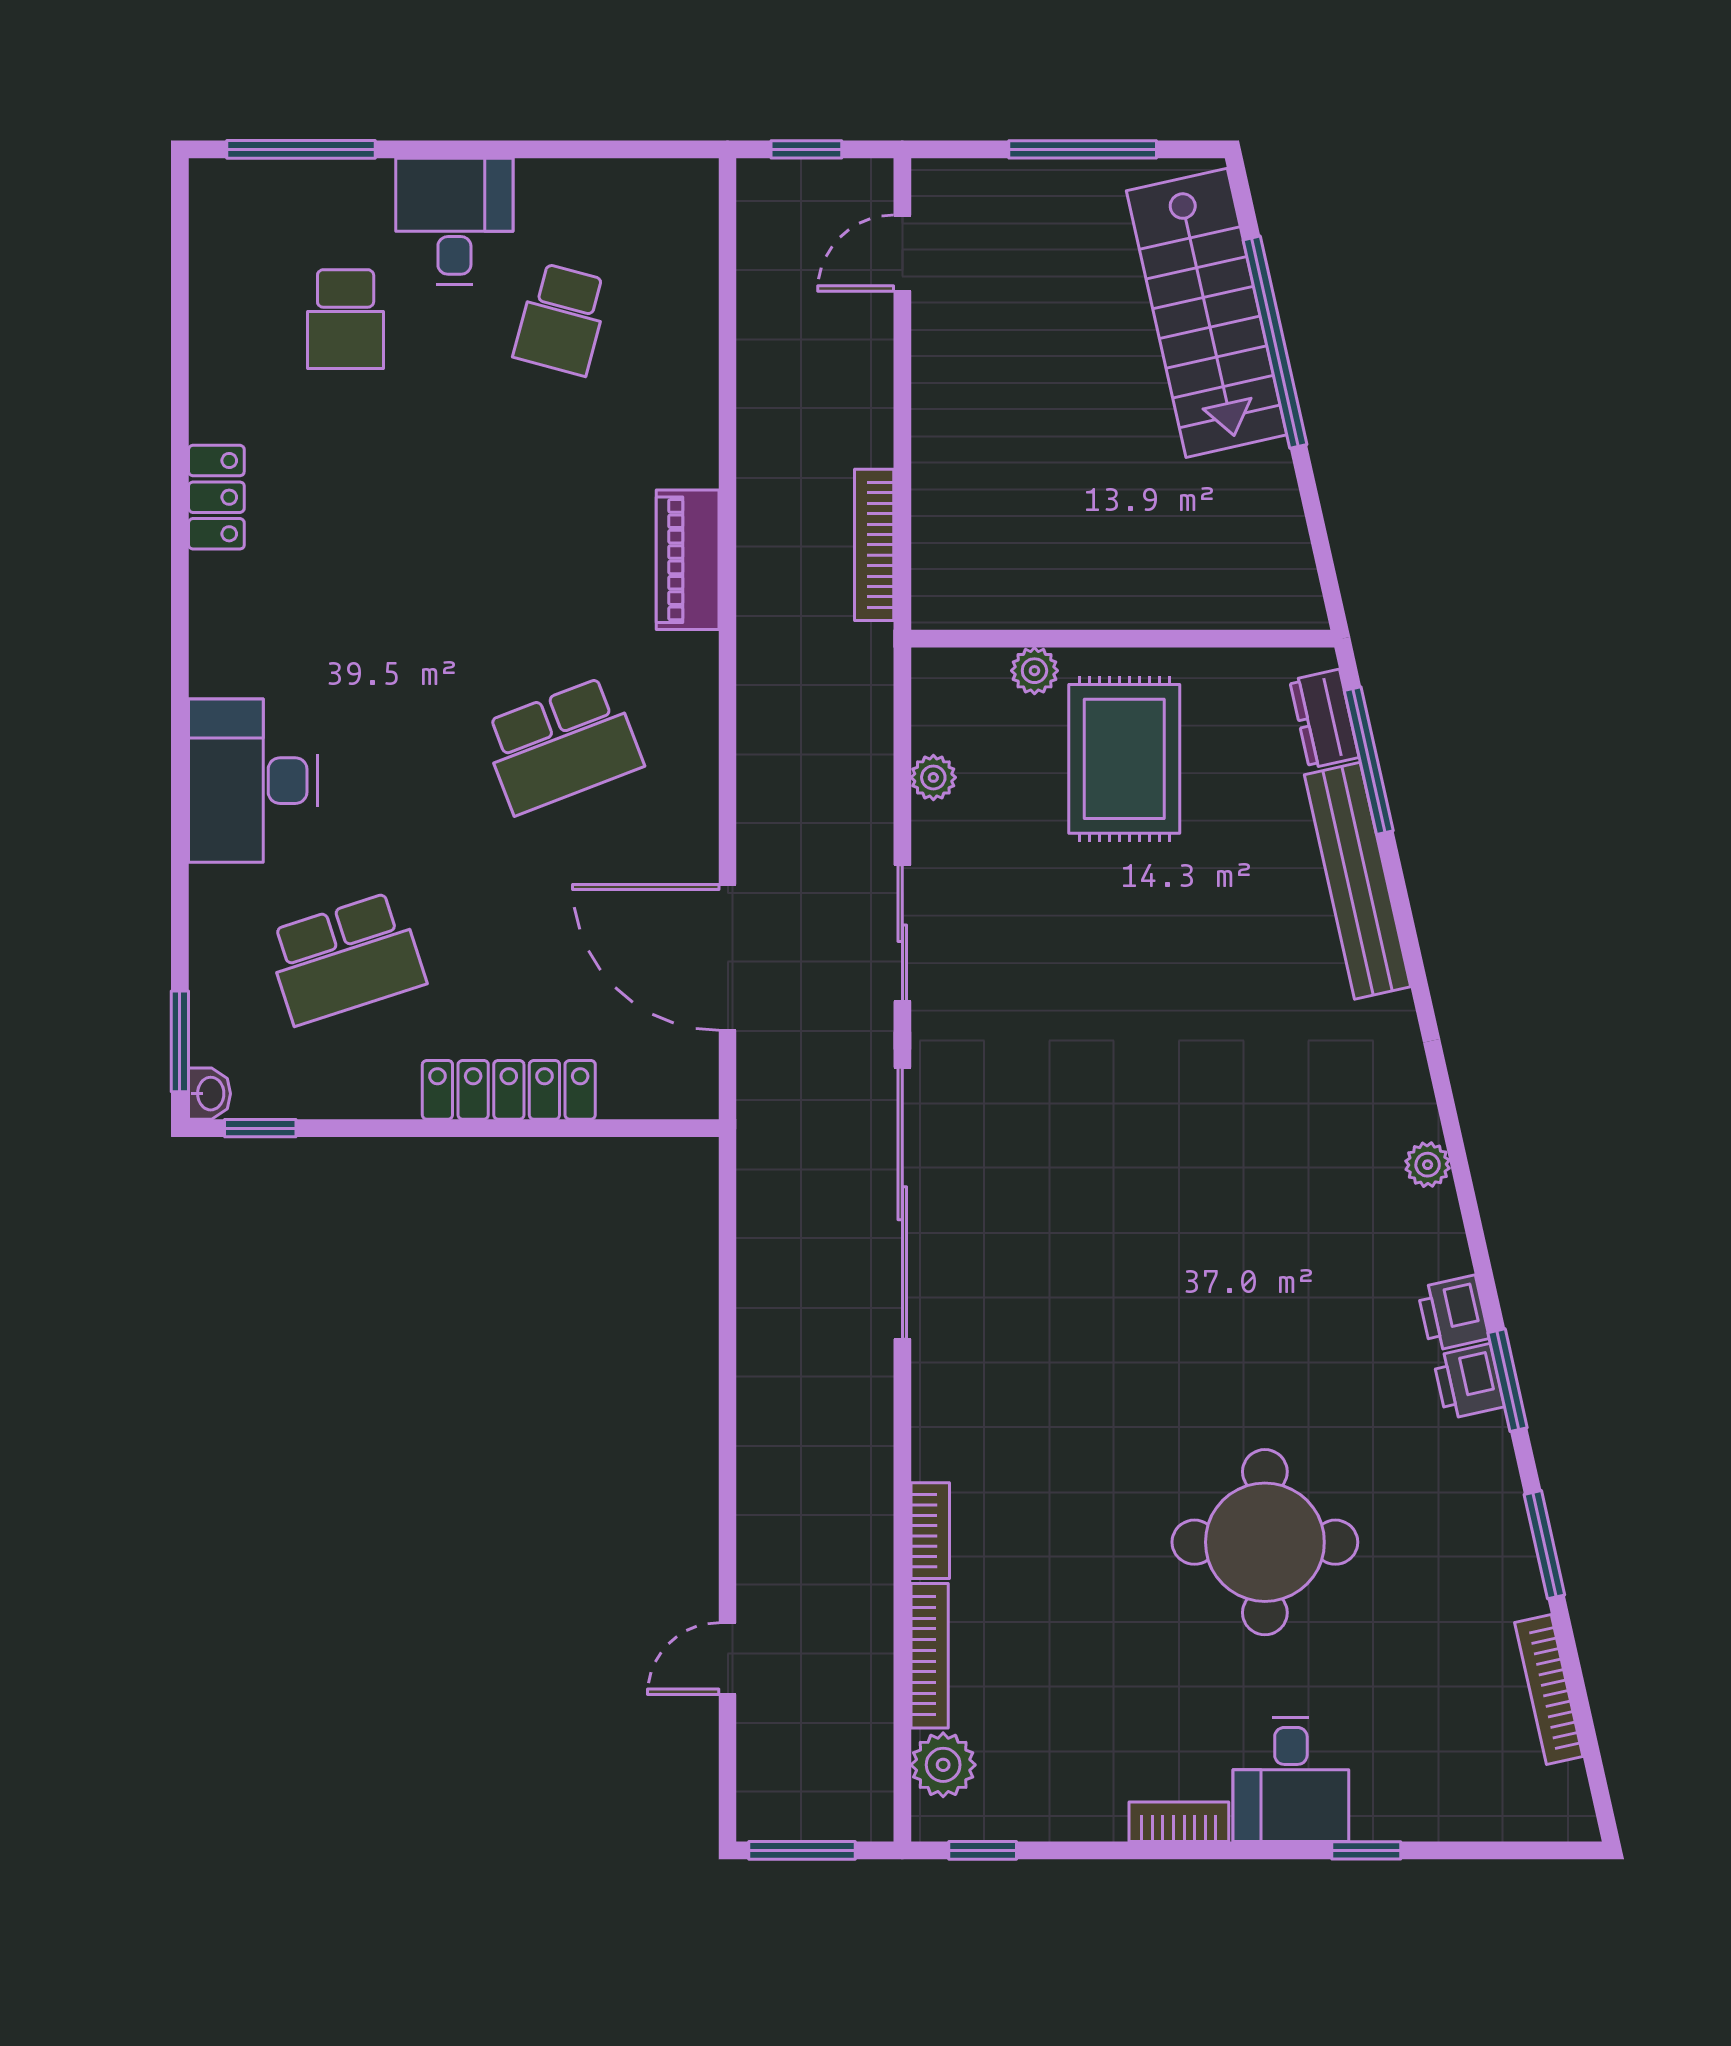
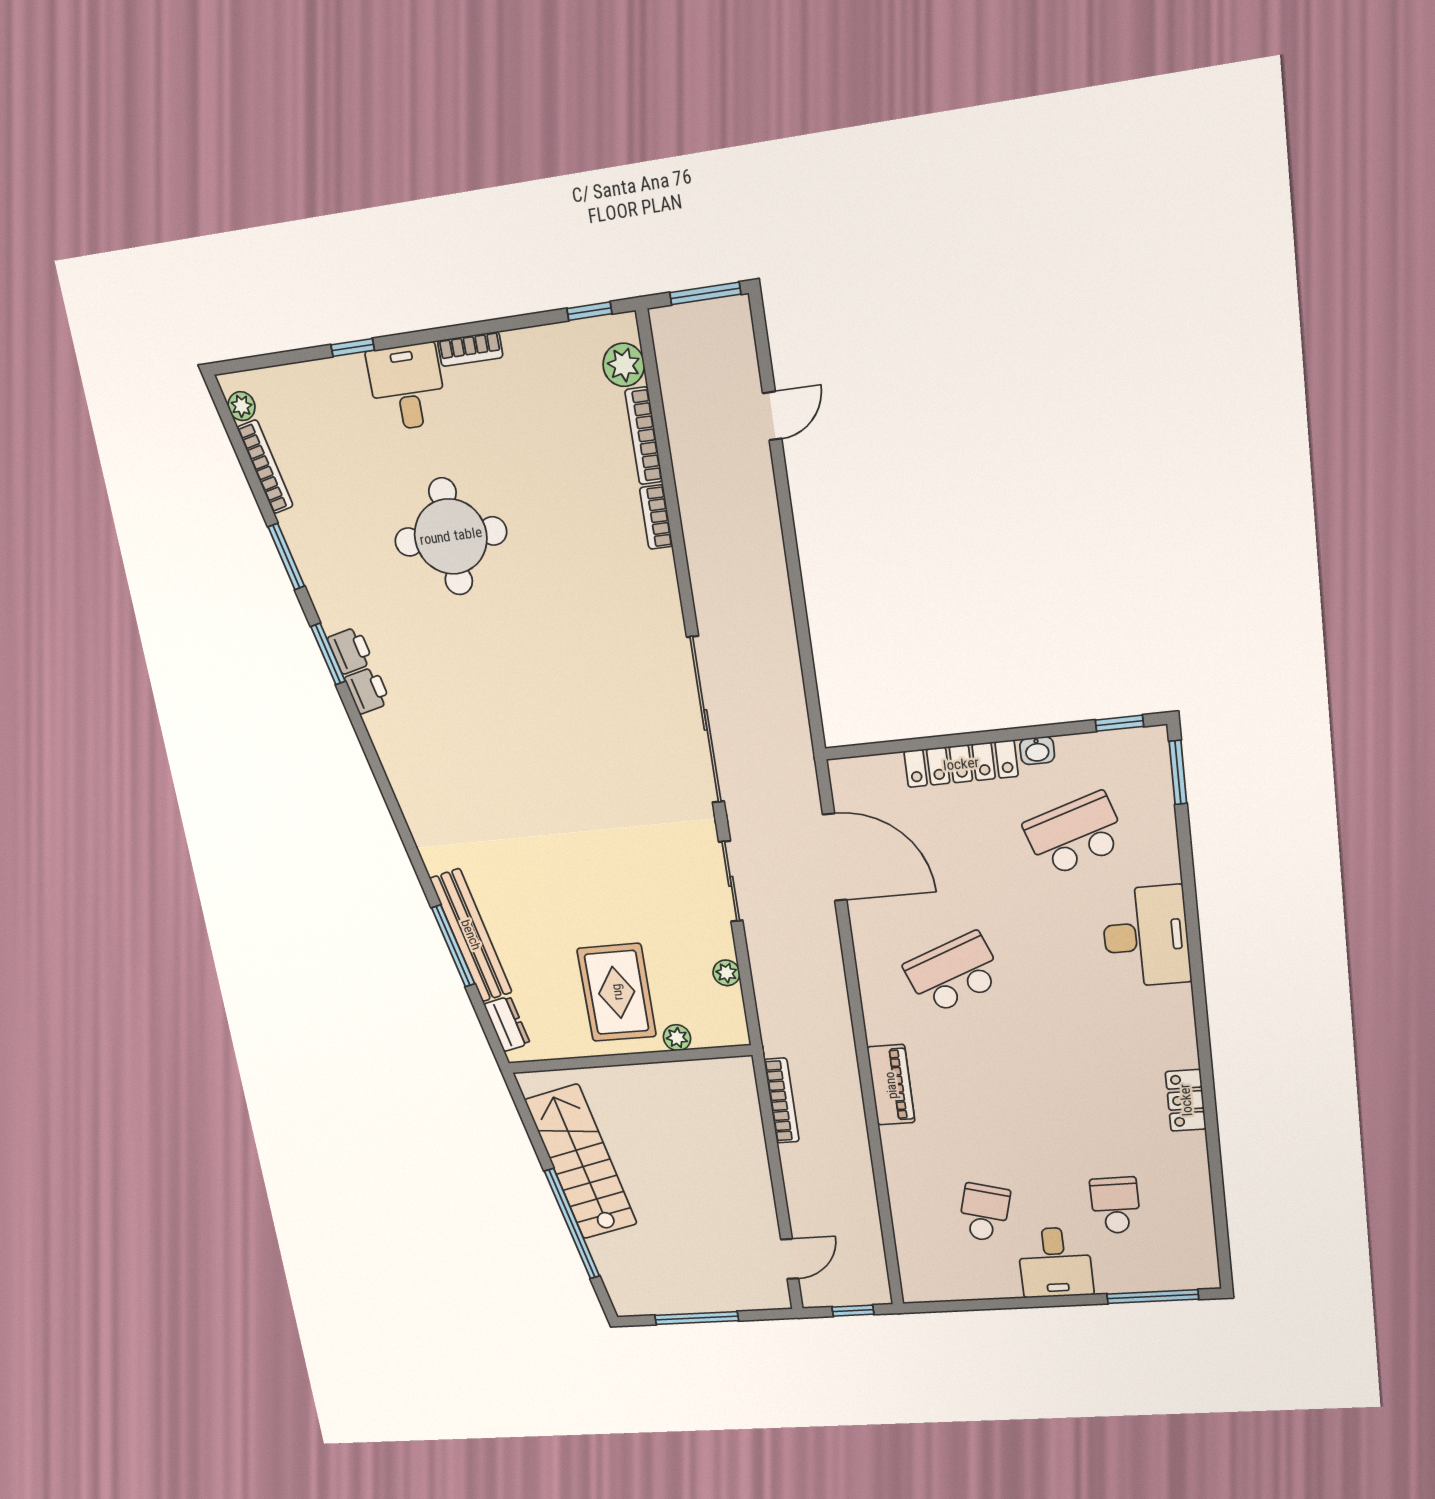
stairs: (1207, 313) -> (581, 1162), moved
window: (1369, 761) -> (453, 946), moved
washbasin: (209, 1094) -> (1037, 750), moved, turned -90
plant: (1428, 1165) -> (242, 406), moved

